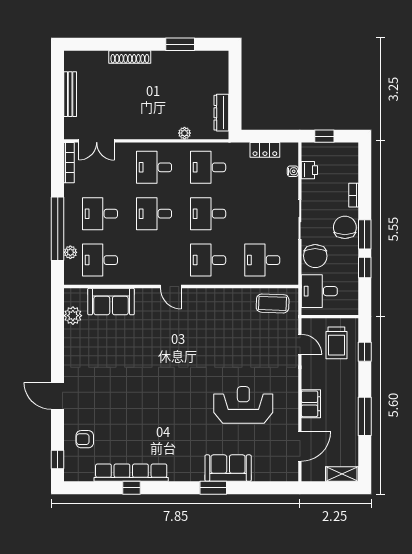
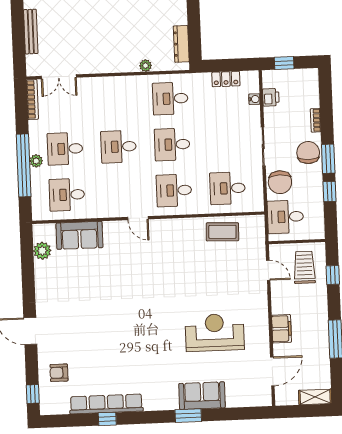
desk: (154, 167) -> (117, 101), removed
plant: (70, 252) -> (36, 161), moved
coffee table: (273, 303) -> (222, 232), moved
trolley: (336, 343) -> (304, 267), turned 180

